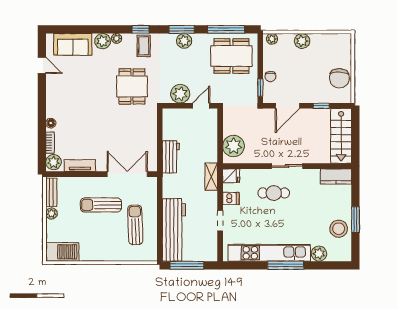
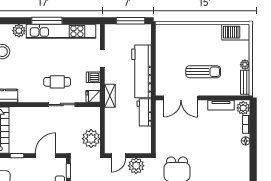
plant: (234, 146) -> (91, 139), moved
sliding door: (287, 166) -> (62, 105), moved
sun lounger: (135, 225) -> (174, 55), removed
workbench: (174, 230) -> (141, 71), moved

